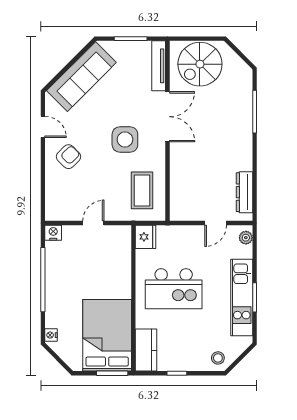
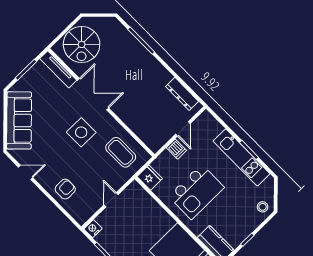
armchair: (69, 157) -> (65, 189), moved, turned 45
dishwasher: (193, 235) -> (176, 149), added
plant: (246, 238) -> (209, 120), removed

